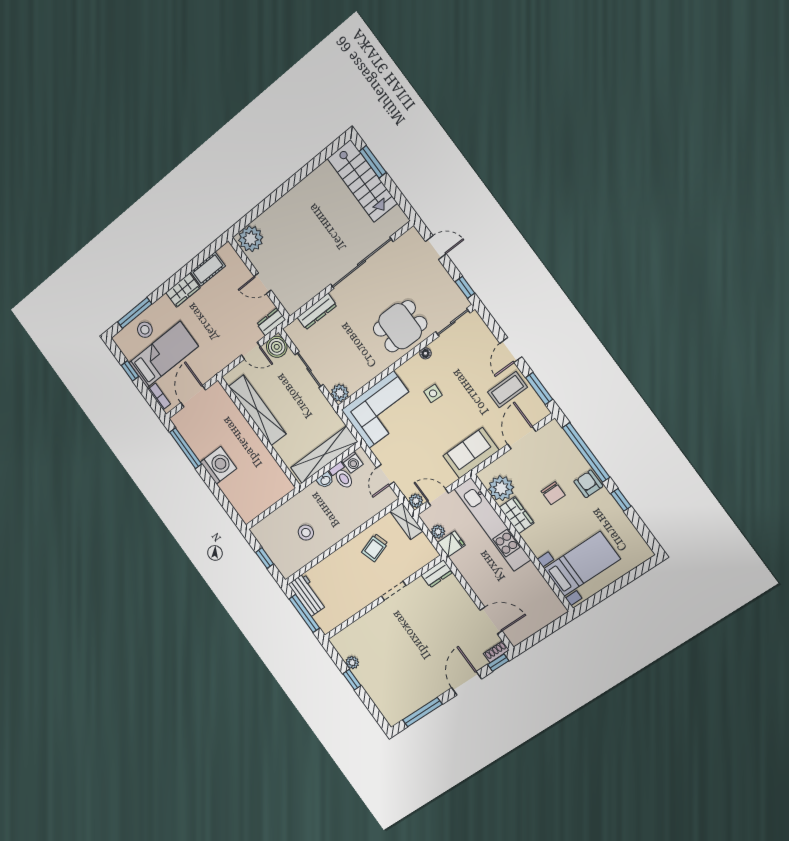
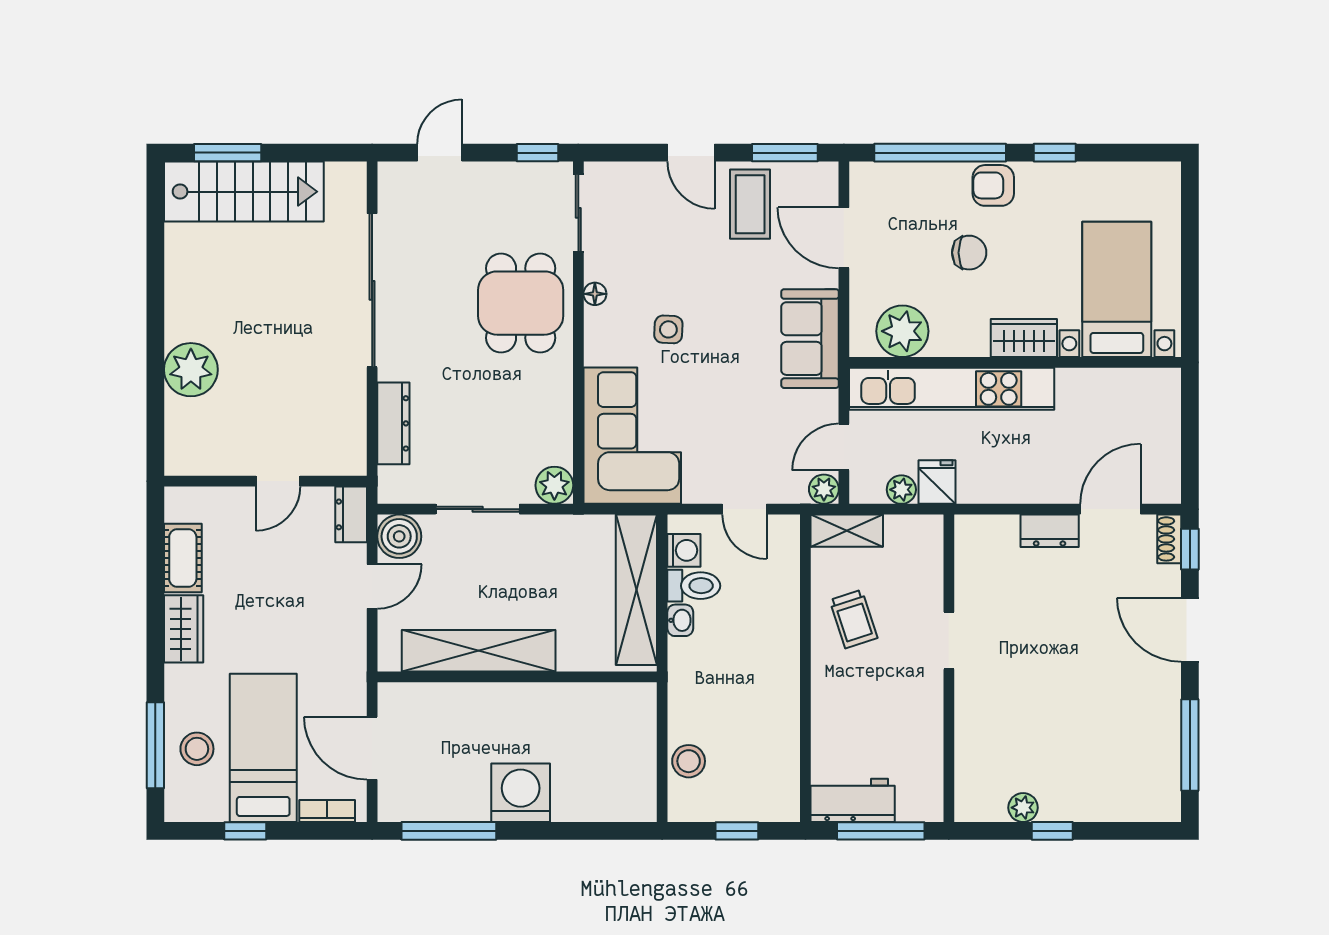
plant: (251, 239) -> (191, 370), moved
wardrobe: (517, 515) -> (1024, 338), moved
stool: (306, 533) -> (689, 761), moved
dresser: (437, 574) -> (1050, 531), moved, turned 90

